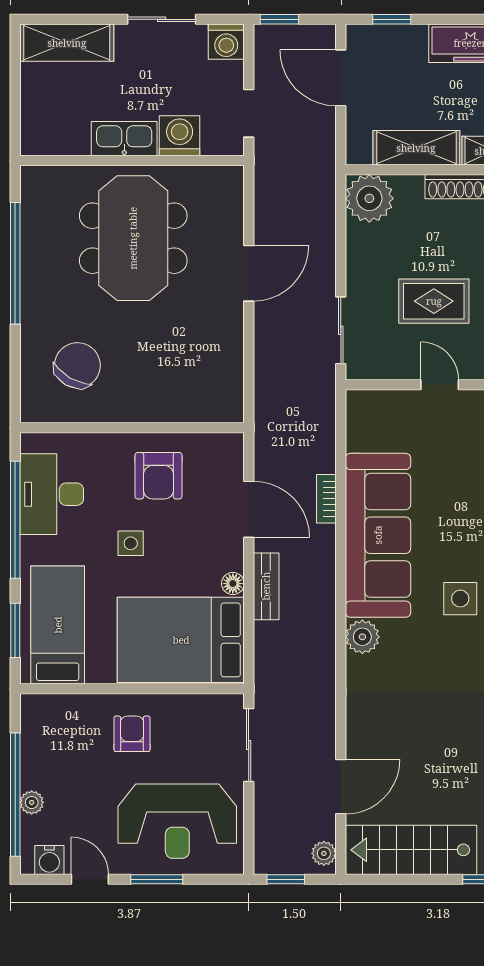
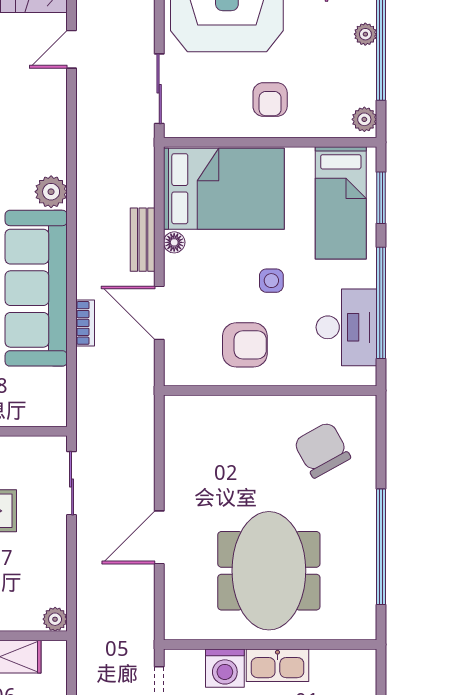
plant: (369, 198) -> (55, 619), width x0.53, depth x0.53
chair: (77, 365) -> (322, 450), turned 121
armchair: (158, 476) -> (245, 345), turned 90
plant: (33, 713) -> (364, 119), added
door: (341, 787) -> (72, 49), width x0.73

